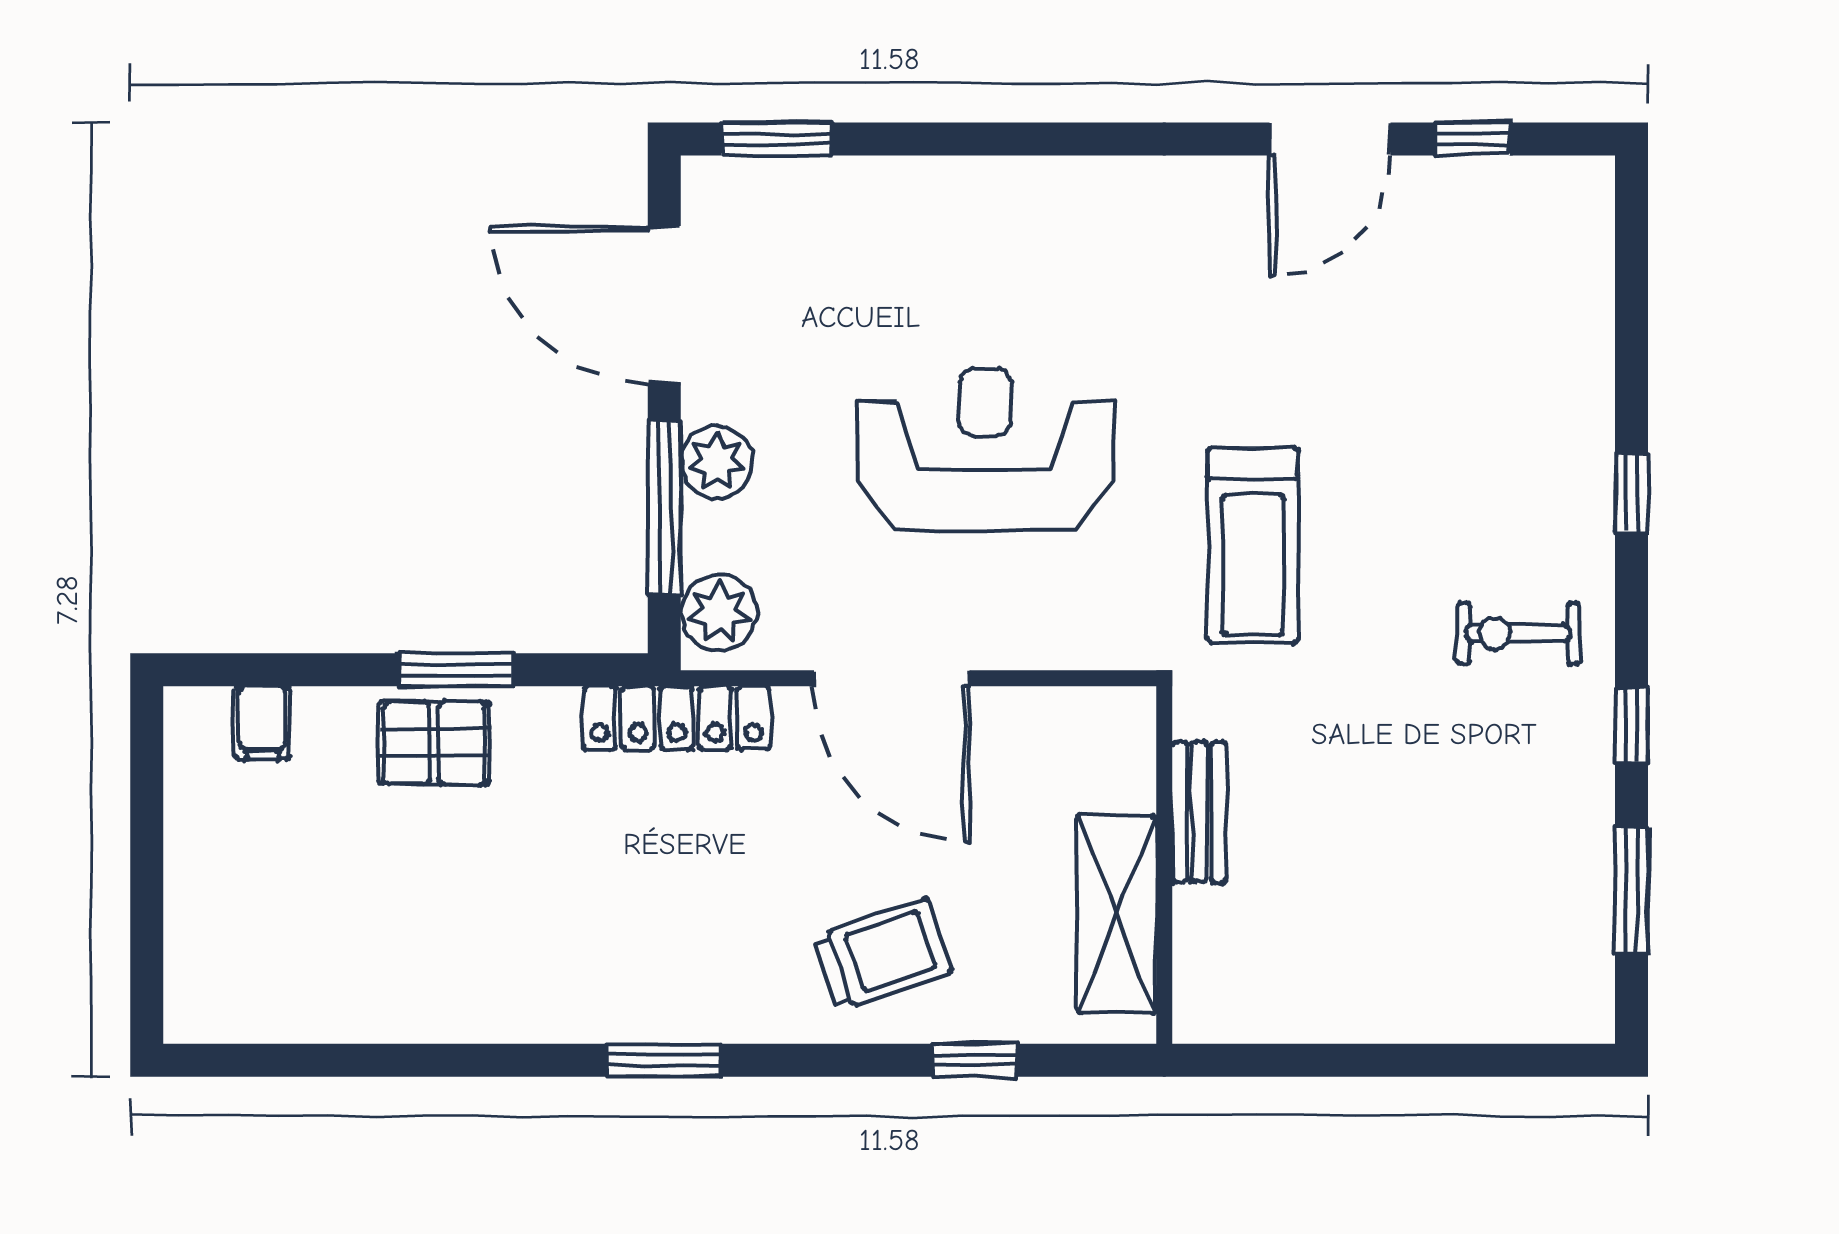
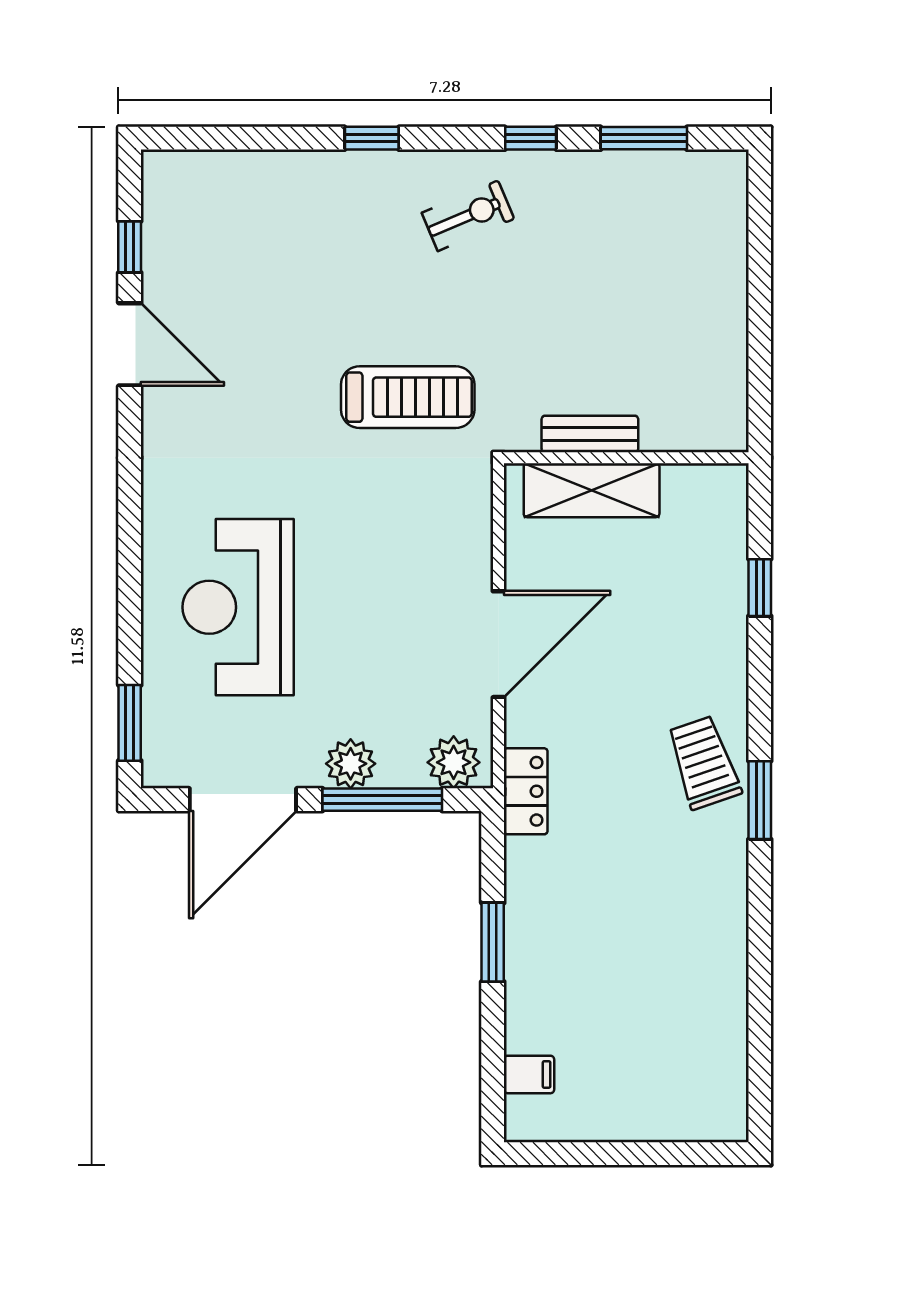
reception desk: (985, 449) -> (238, 607), moved
exercise bike: (1518, 634) -> (468, 216), turned -113
locker: (677, 718) -> (526, 791), width x0.66
pallet: (434, 743) -> (543, 957), removed
shelving: (1117, 914) -> (592, 490), moved
trolley: (882, 954) -> (704, 763), moved

